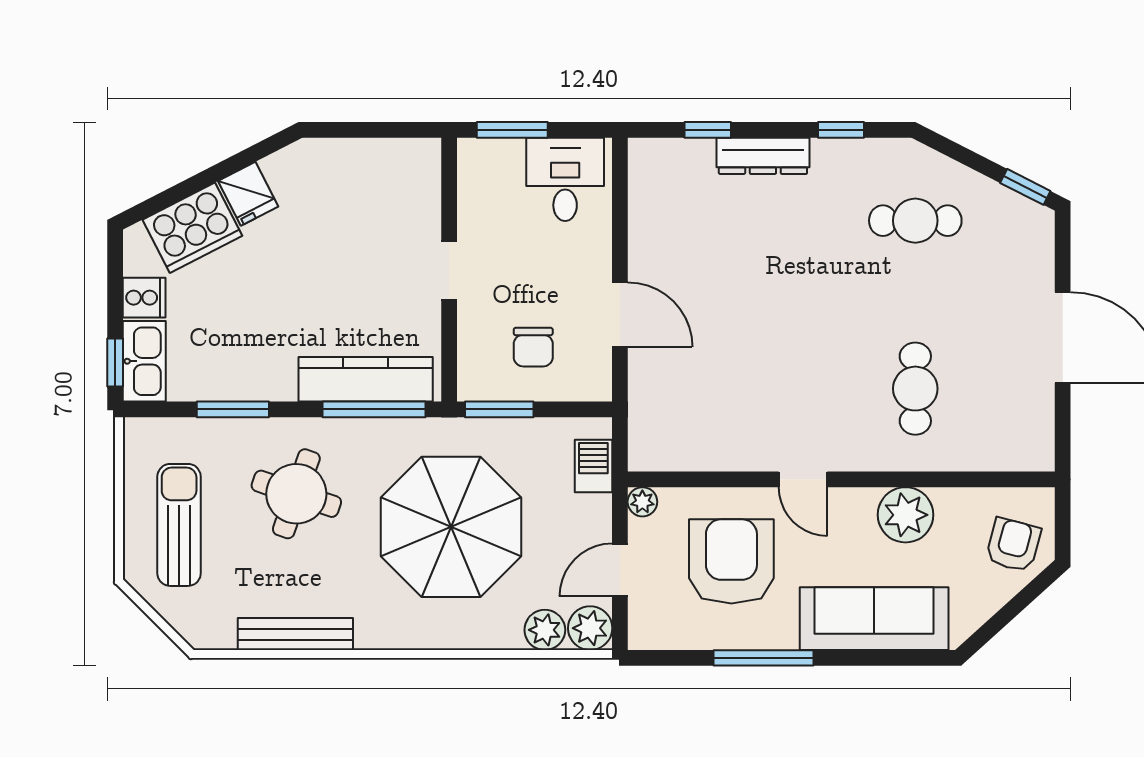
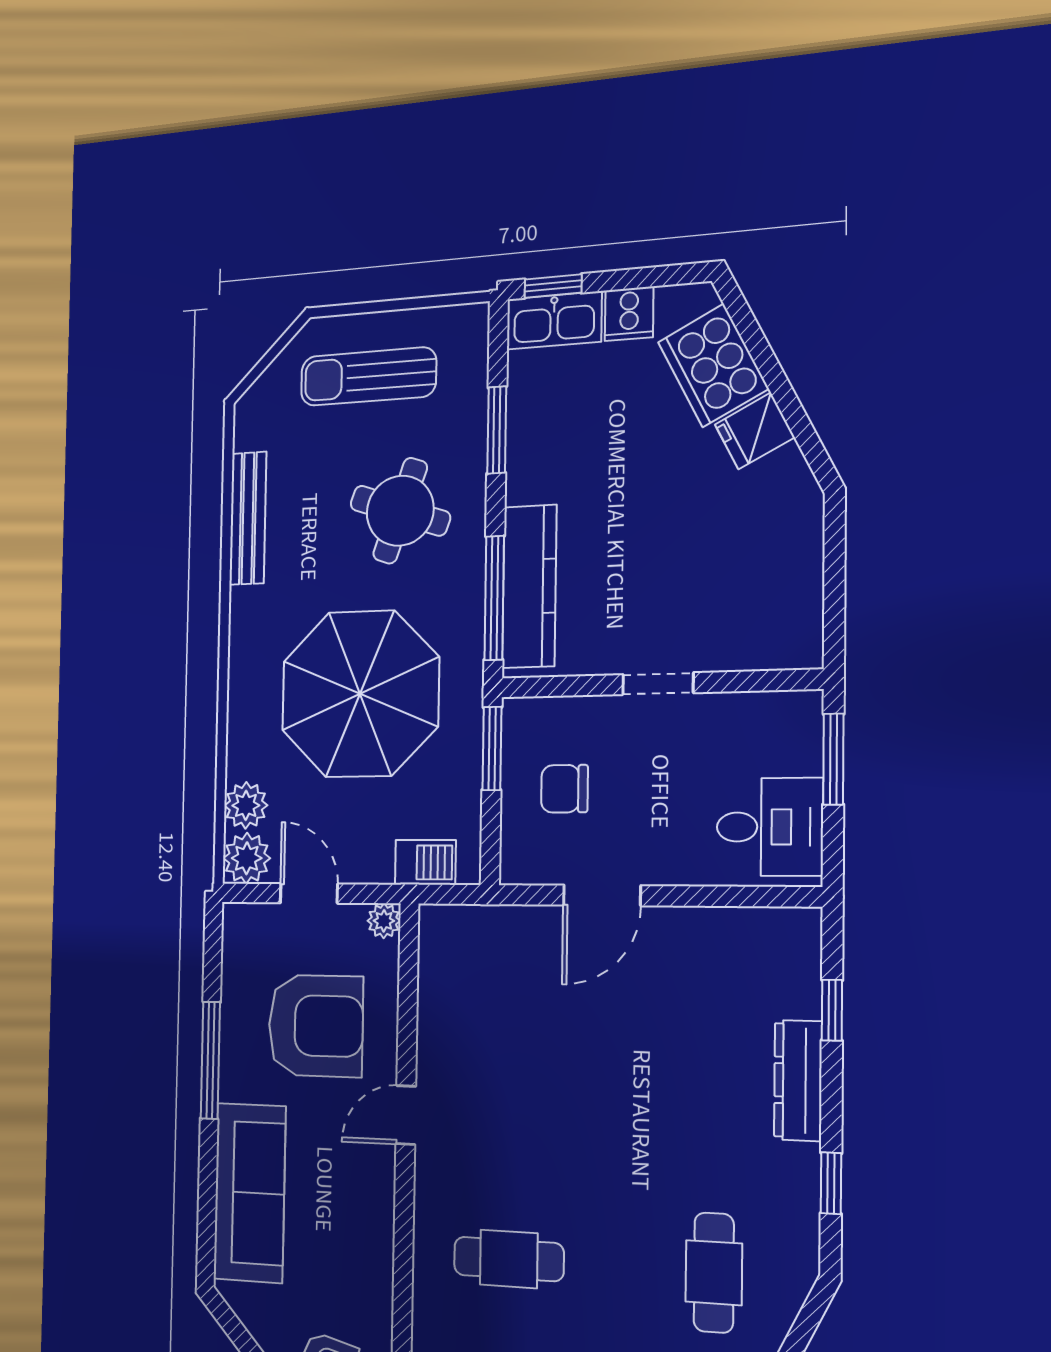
plant: (905, 515) -> (363, 1237), removed
sun lounger: (179, 525) -> (368, 377), turned 180

